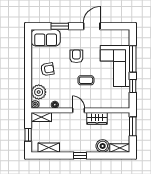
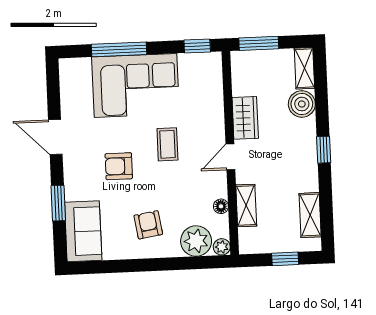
window: (133, 86) -> (197, 46), moved
shelving: (41, 117) -> (246, 205), moved

